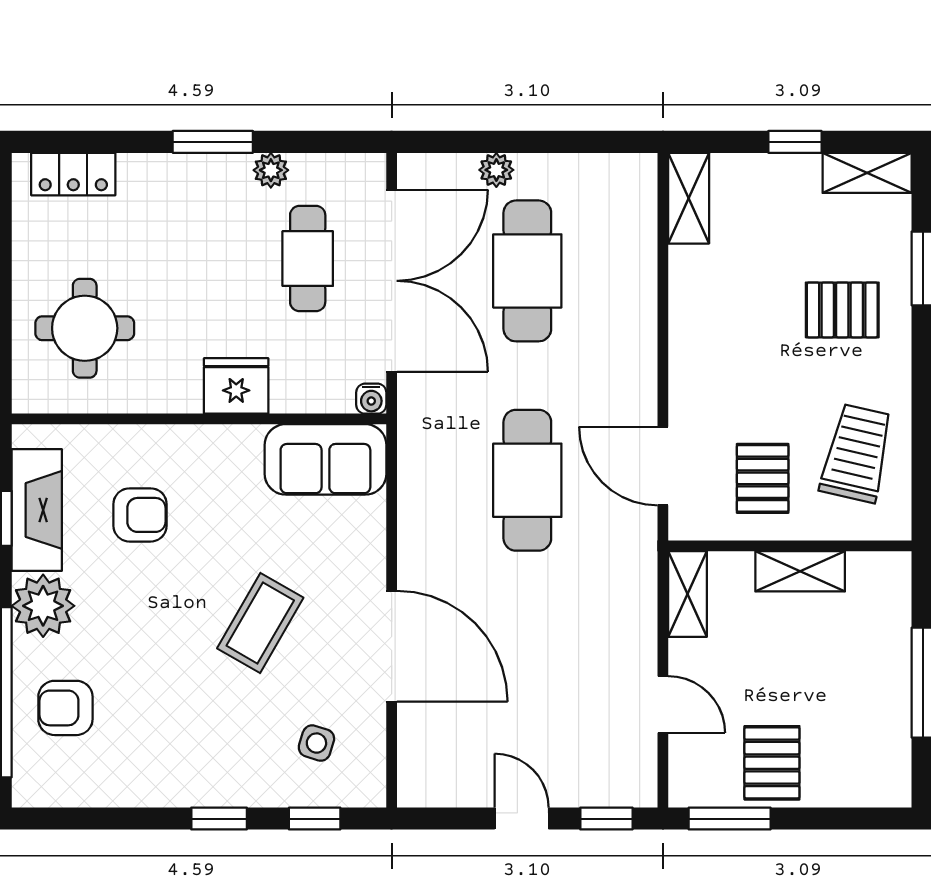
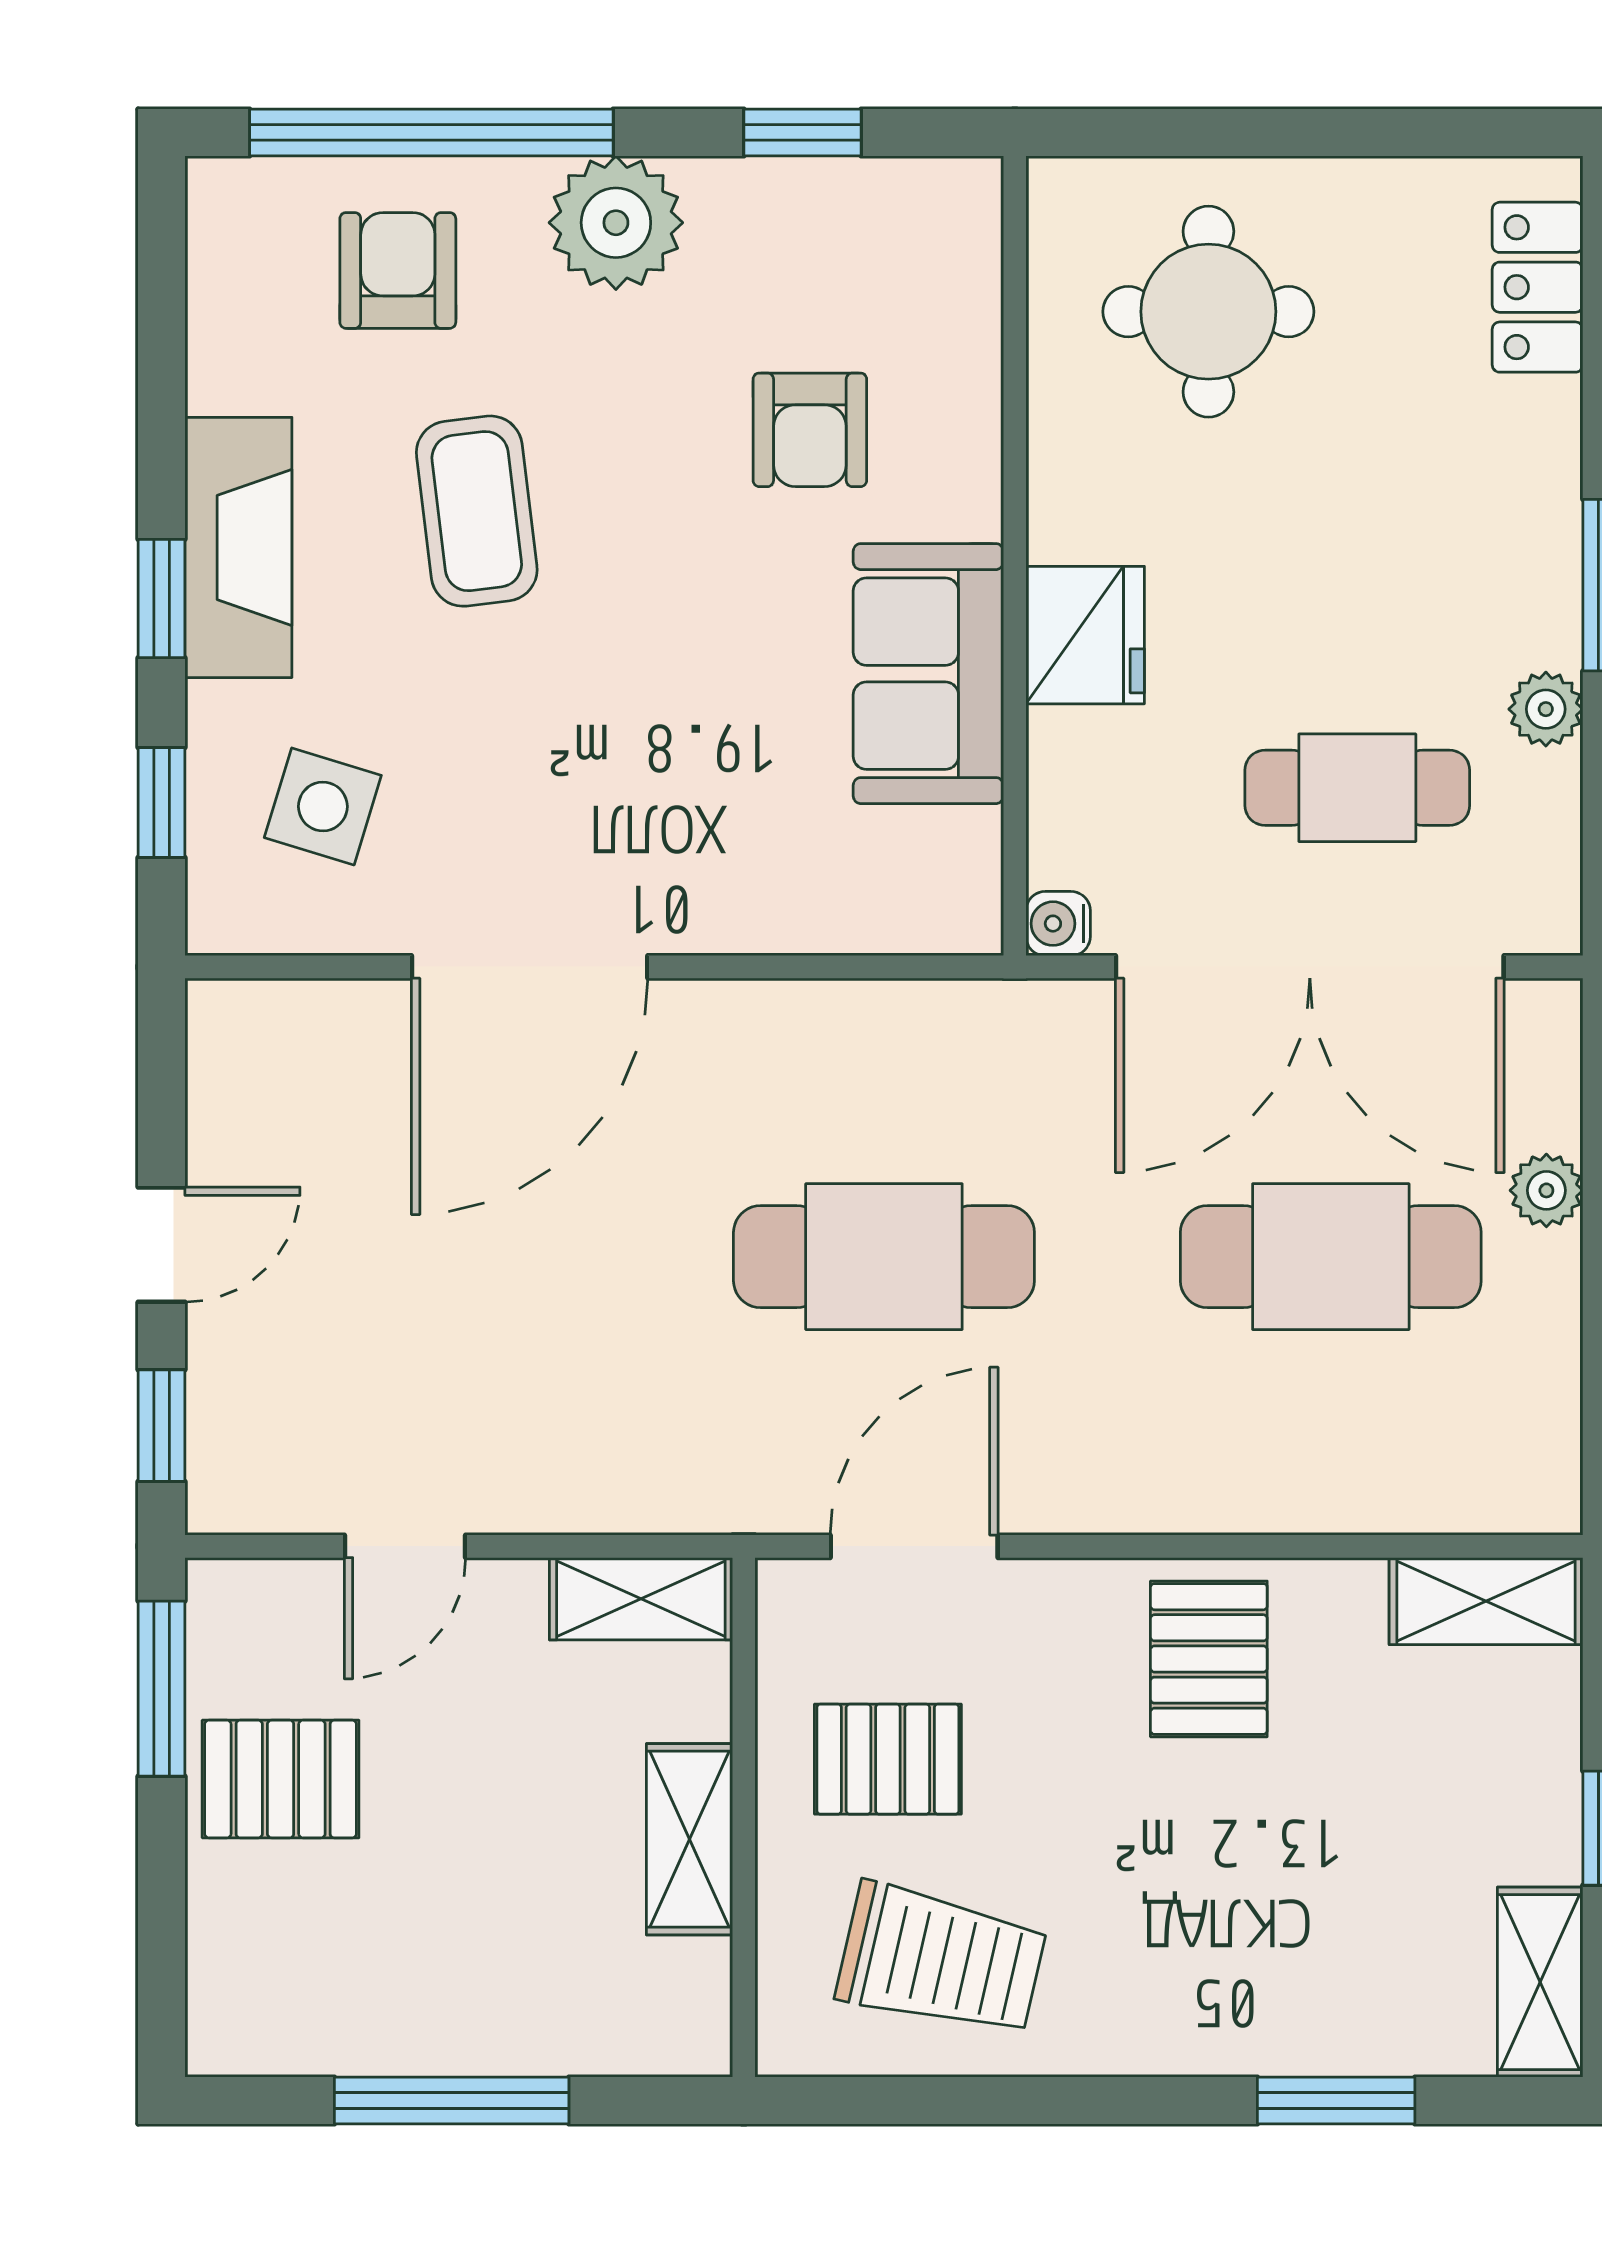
pallet: (842, 310) -> (1209, 1659), moved
sofa: (325, 459) -> (928, 674), moved
fireplace: (37, 510) -> (238, 547), moved, turned -90
coffee table: (260, 623) -> (477, 511), moved, turned 53
side table: (316, 743) -> (323, 806), width x1.37, depth x1.37

